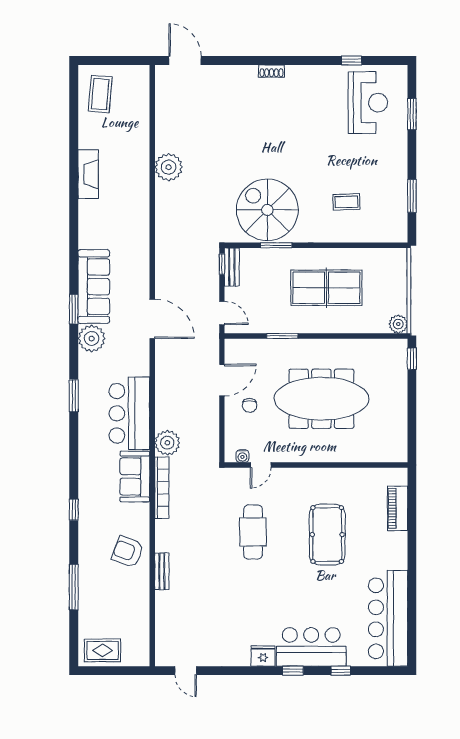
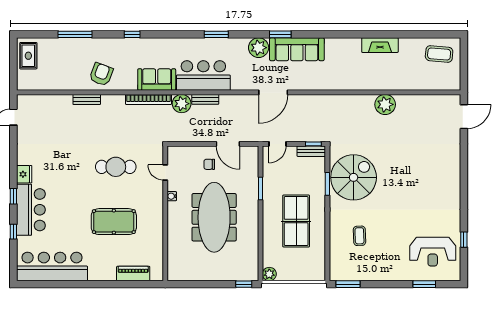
shoe rack: (271, 71) -> (456, 180), removed
window: (412, 196) -> (348, 284), moved
bench: (162, 411) -> (205, 99), added
water cooler: (242, 456) -> (172, 196), moved

